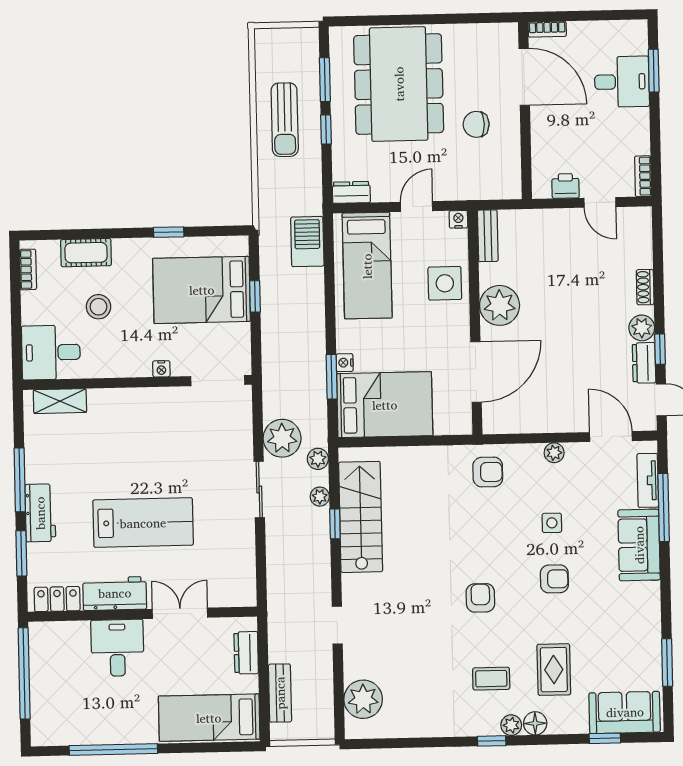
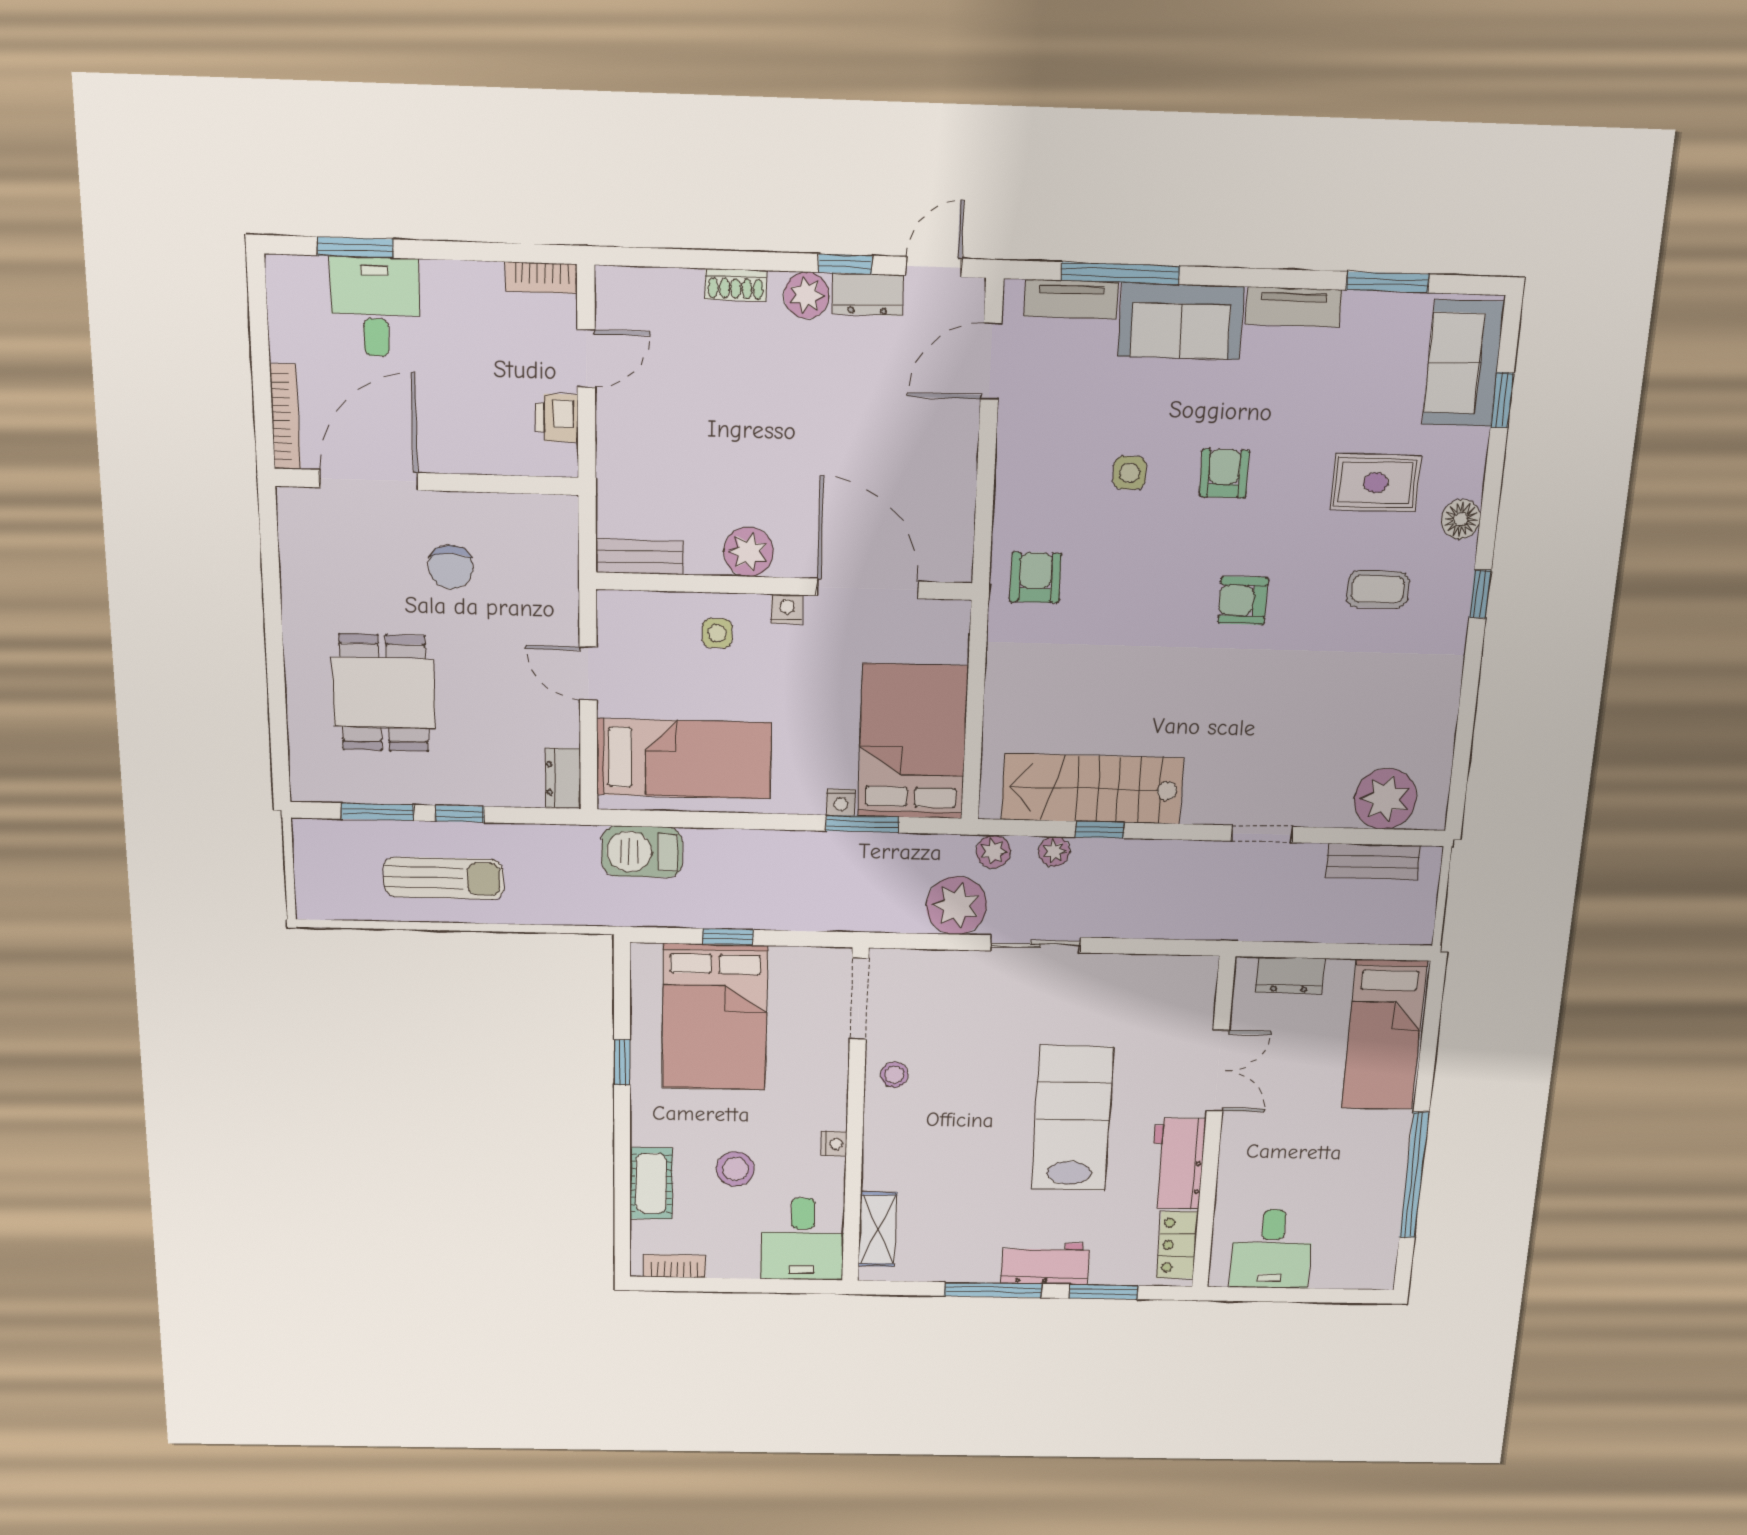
bookcase: (547, 29) -> (285, 417), width x1.56
dining table: (399, 84) -> (384, 693), width x0.53, depth x0.80
nightstand: (458, 219) -> (787, 609), moved, turned 90
side table: (445, 283) -> (717, 633), width x0.54, depth x0.54
plant: (500, 305) -> (749, 552), width x0.73, depth x0.73
nightstand: (161, 369) -> (834, 1144), moved
stool: (168, 406) -> (894, 1075), added
plant: (554, 453) -> (1012, 462), removed
tv unit: (651, 610) -> (1294, 307), added
double door: (180, 613) -> (1218, 1071), swing flipped
desk: (117, 648) -> (1272, 1249), moved, turned -90
window: (24, 673) -> (1284, 1295), removed
coffee table: (491, 679) -> (1378, 589), turned 90
bench: (280, 693) -> (1373, 862), moved
plant: (511, 725) -> (1459, 560), removed

